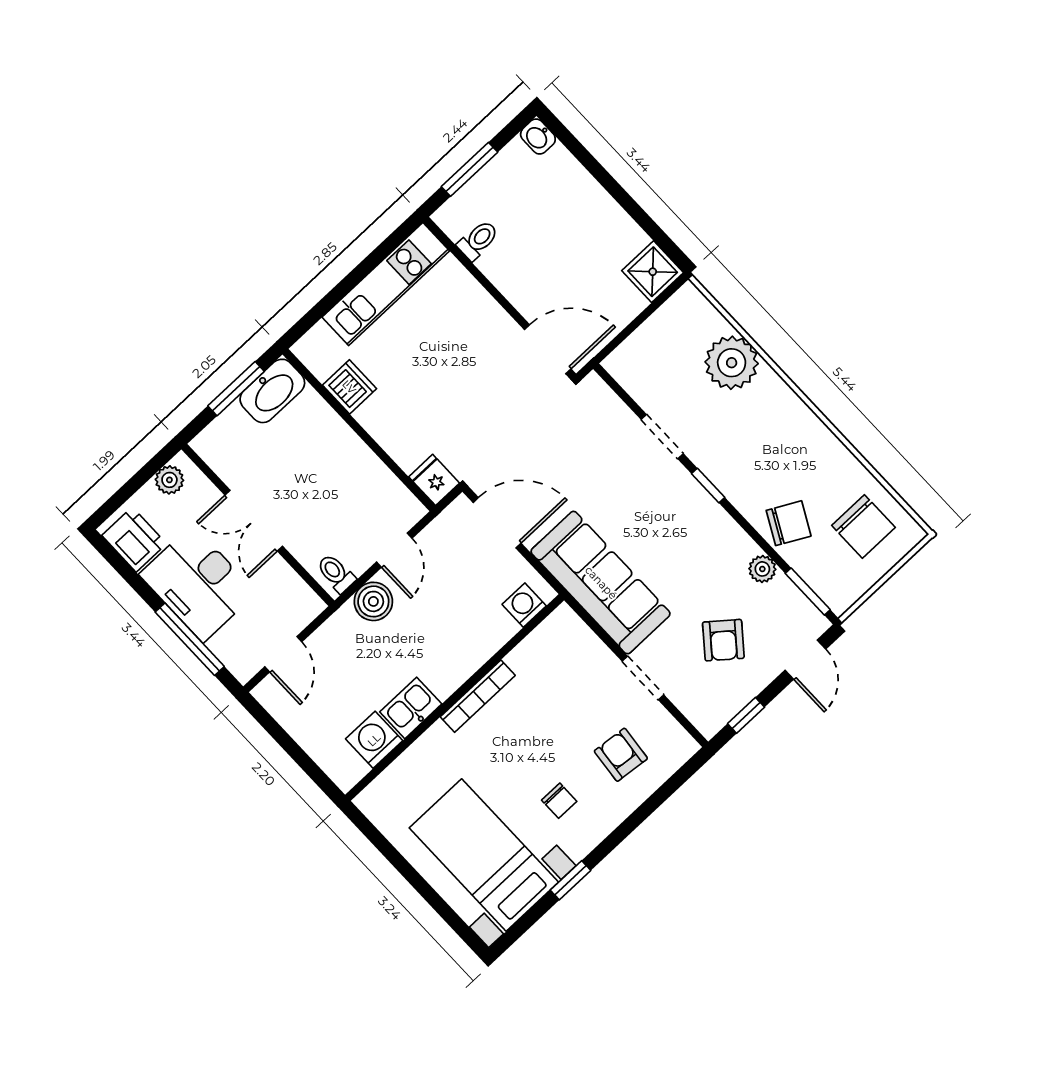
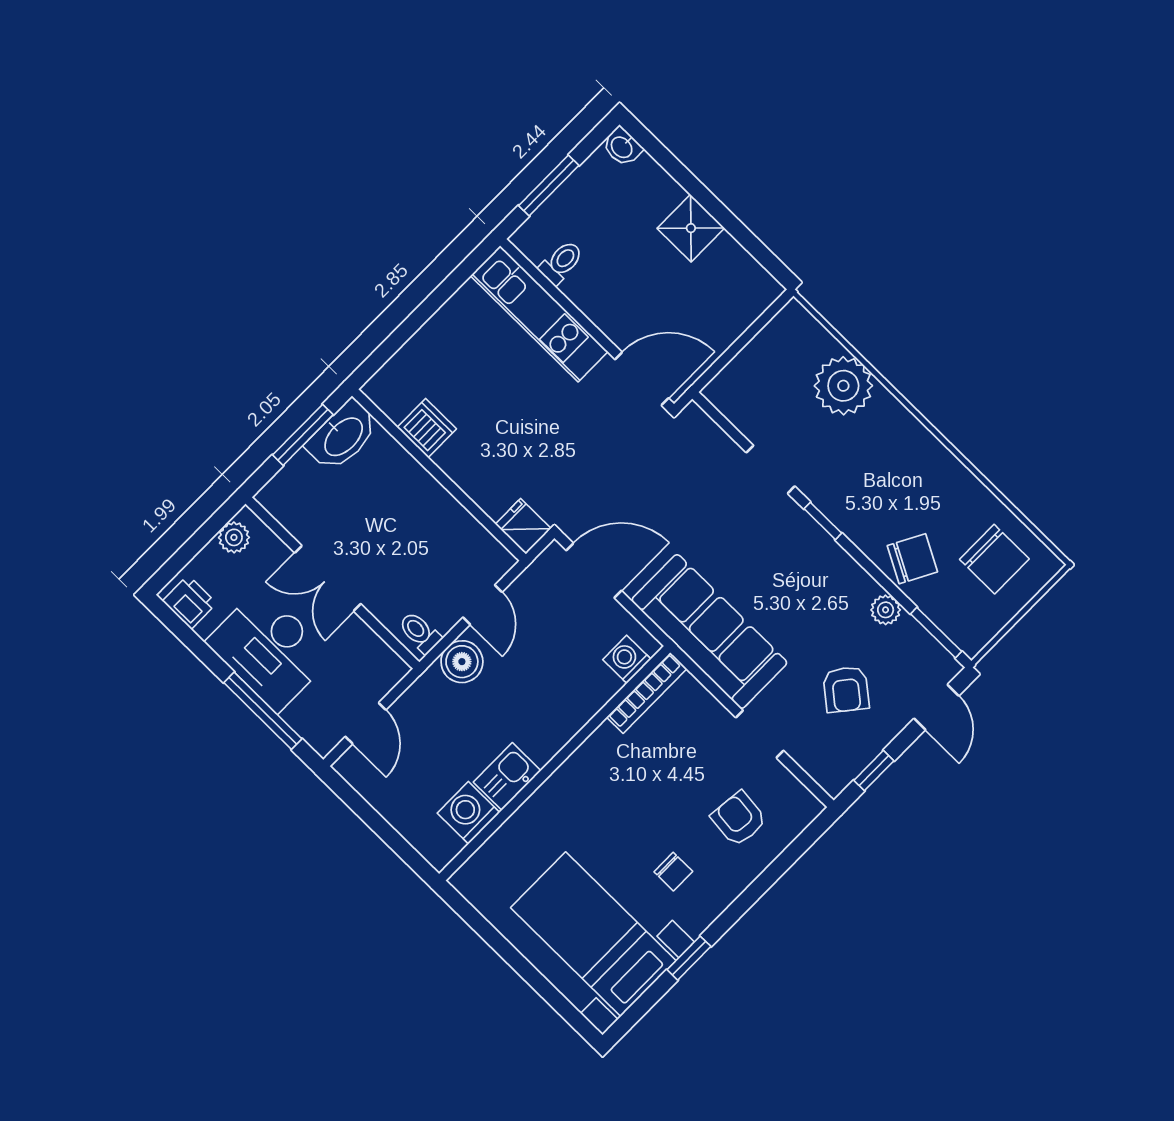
shower: (653, 272) -> (691, 228), moved
kitchen unit: (386, 284) -> (539, 314), moved, turned 90
printer: (134, 540) -> (190, 602), width x0.73, depth x0.81
bookcase: (478, 696) -> (647, 693), moved

